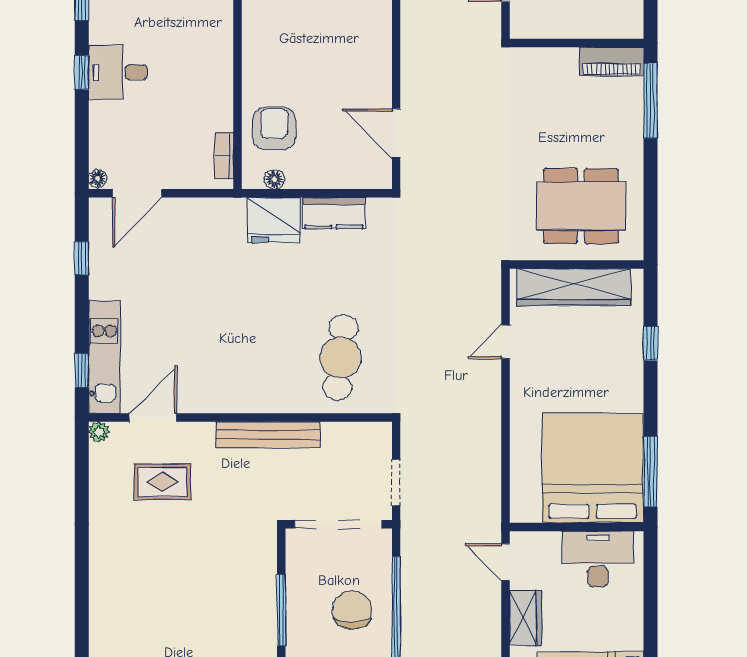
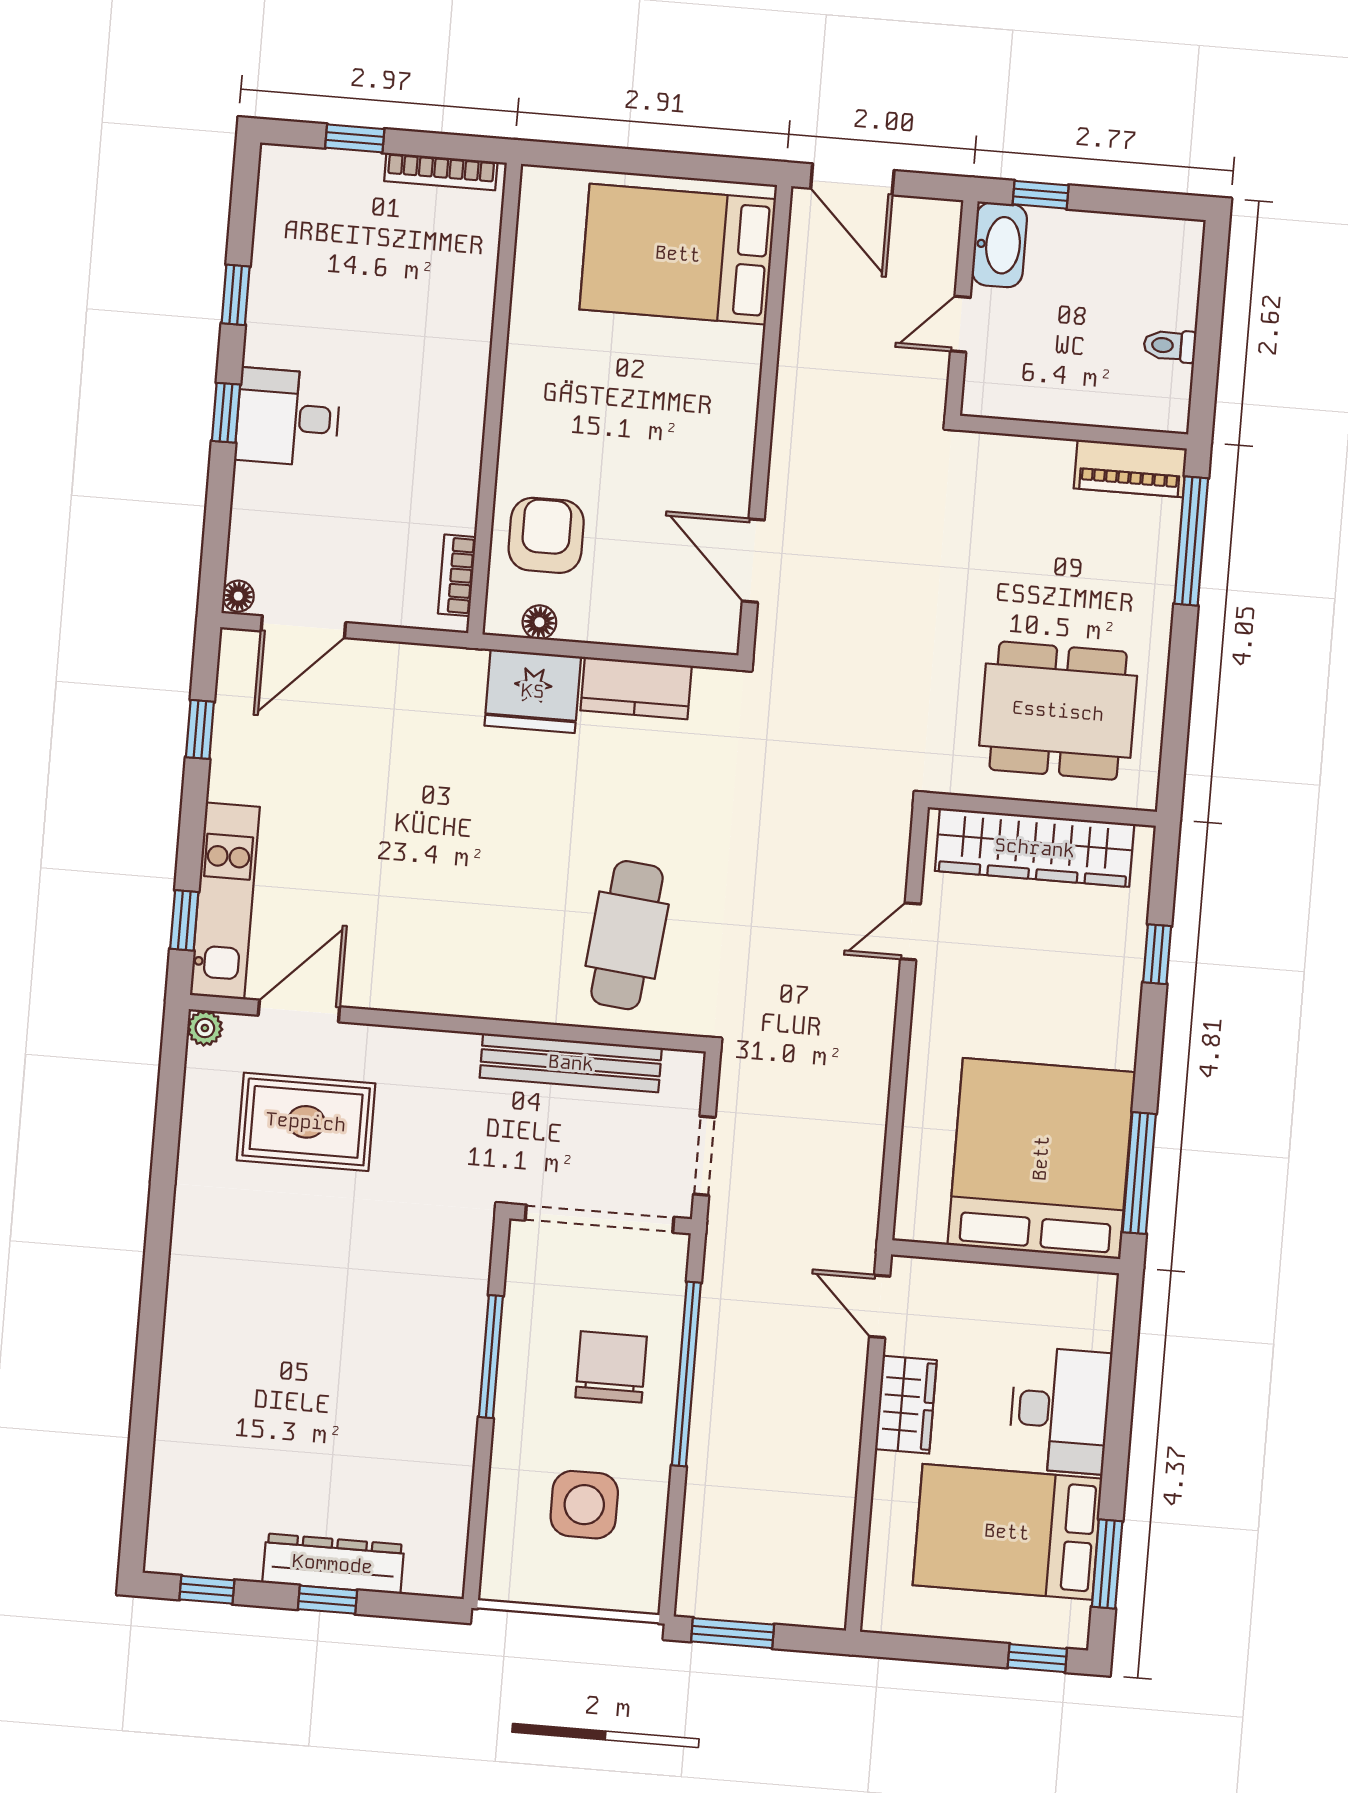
bench: (268, 435) -> (571, 1063), moved
rug: (162, 482) -> (306, 1122), width x1.36, depth x1.43
desk: (598, 559) -> (1060, 1410), moved, turned 90

